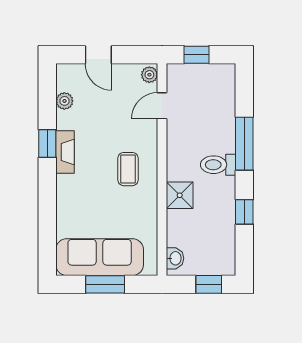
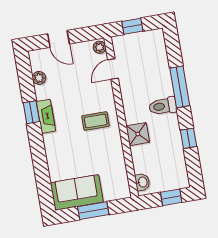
coffee table: (128, 169) -> (96, 121), turned 90
sofa: (100, 257) -> (77, 192), width x0.73

